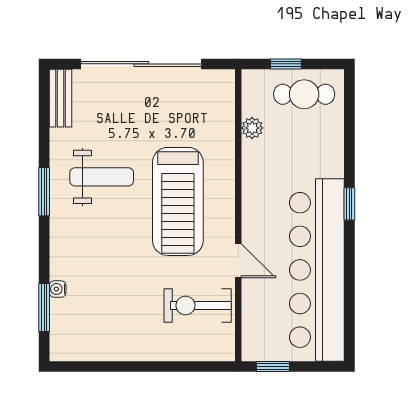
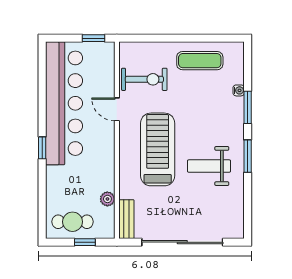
bench: (60, 98) -> (126, 219), moved
window: (44, 307) -> (248, 107), moved
exercise mat: (115, 333) -> (200, 61), added

